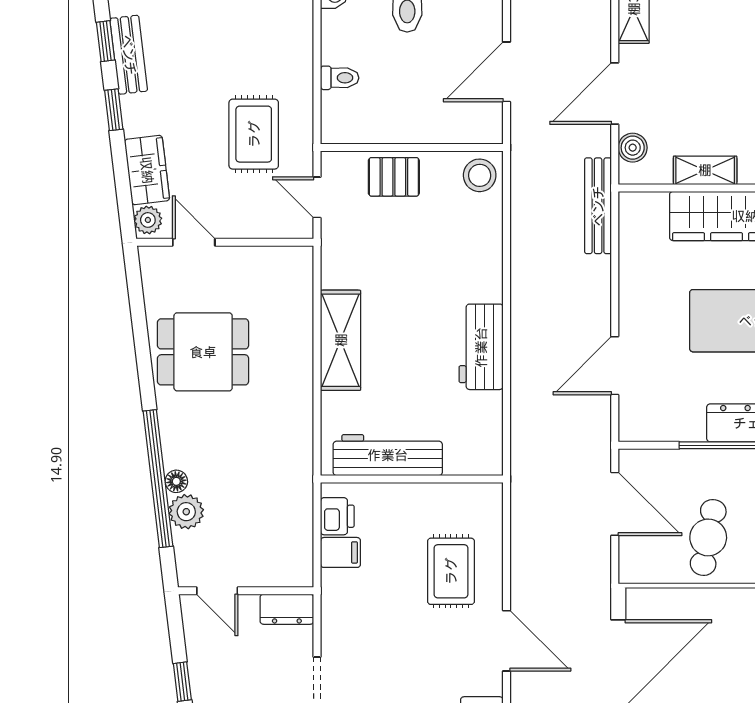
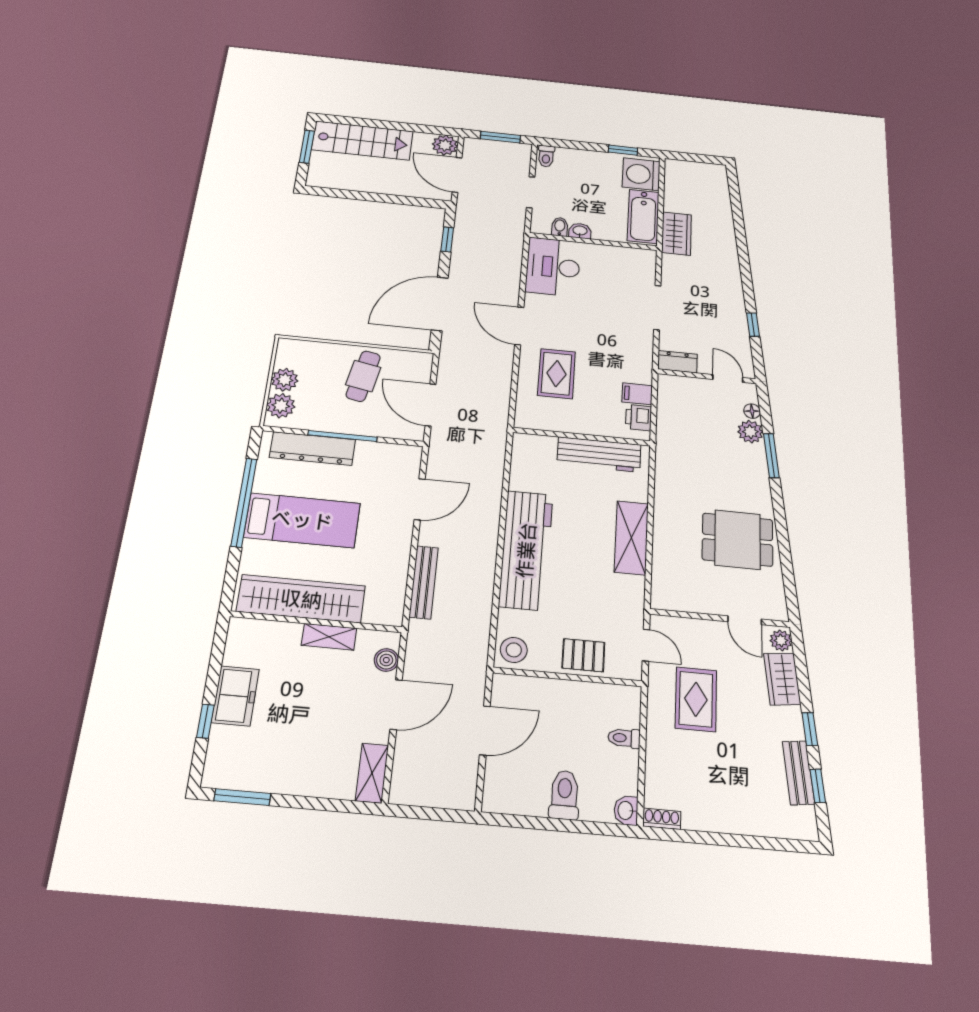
bench: (598, 206) -> (424, 582), moved
workbench: (481, 347) -> (526, 550), width x1.88, depth x1.32
window: (158, 479) -> (771, 456), width x0.47
floor lamp: (176, 481) -> (752, 411), moved

